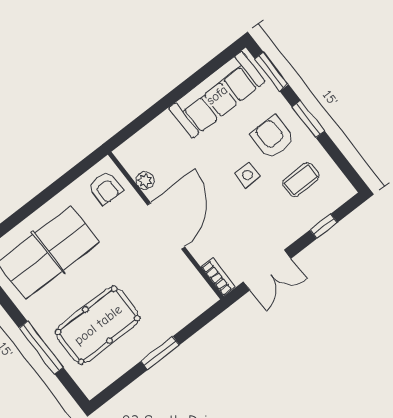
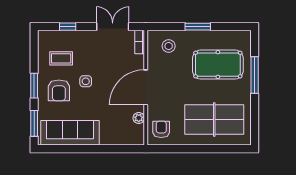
stool: (178, 300) -> (169, 46), added

